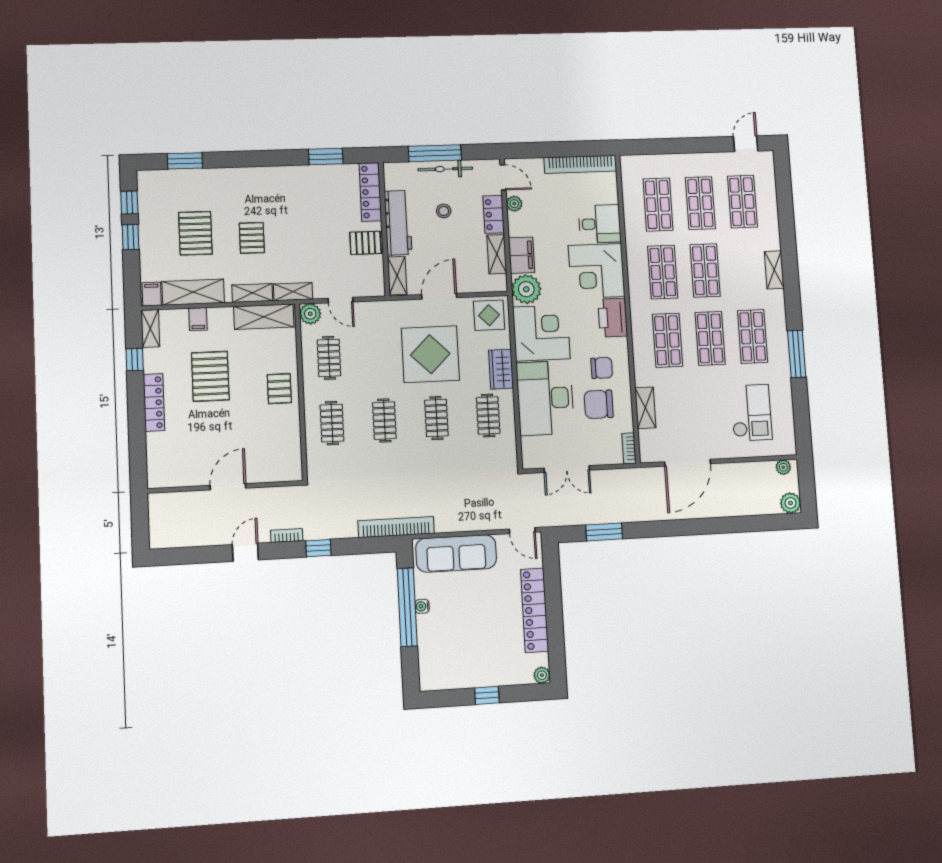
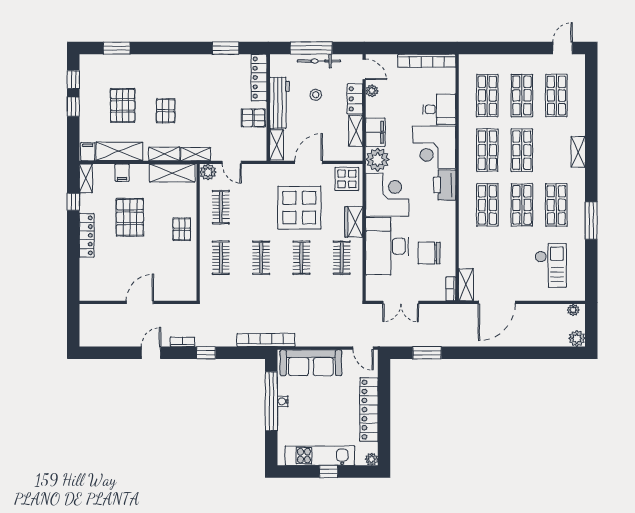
chair: (602, 368) -> (433, 225), removed
shelving: (645, 408) -> (466, 285), moved
kitchen unit: (475, 675) -> (320, 456), added

